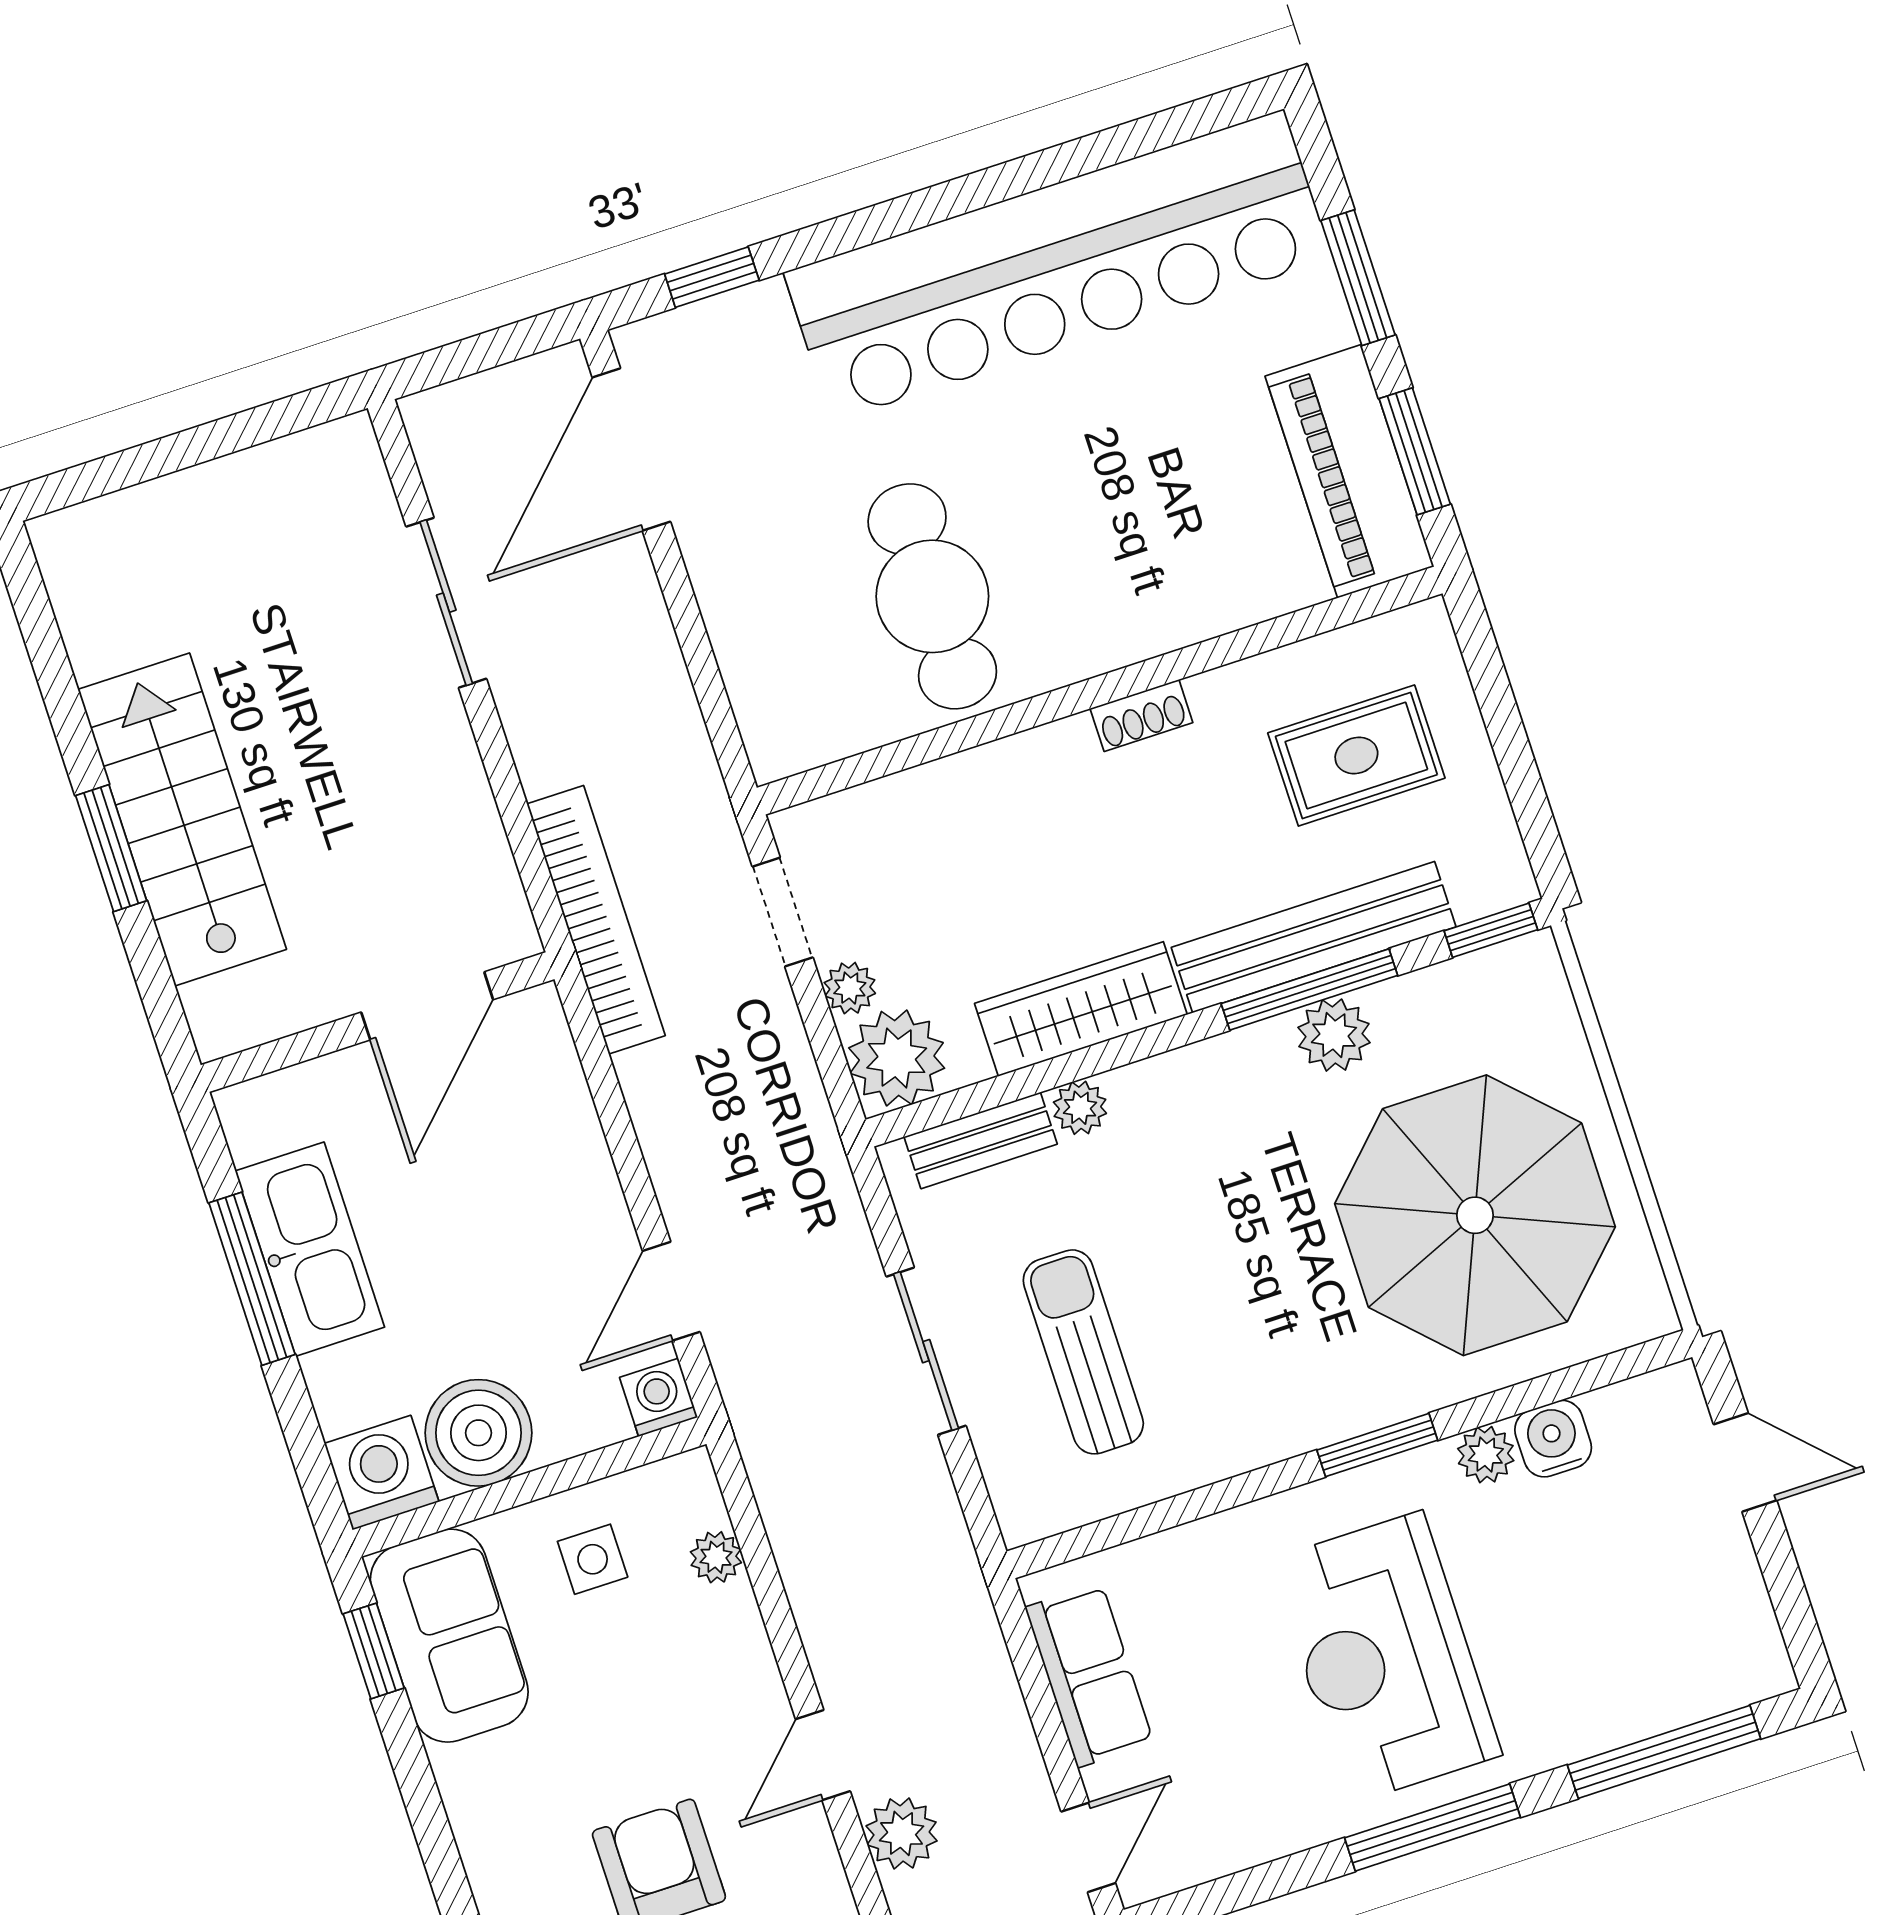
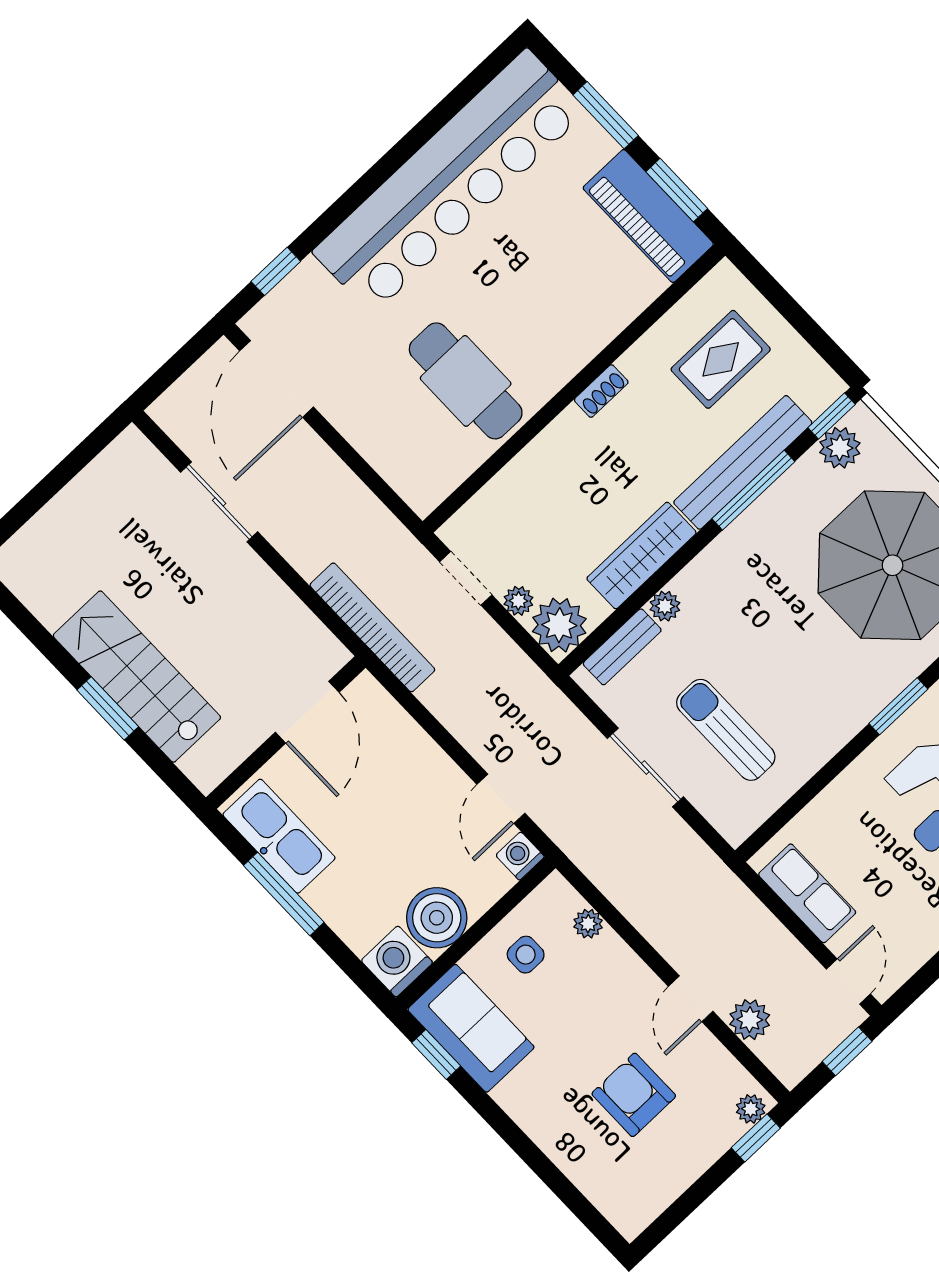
plant: (1334, 1035) -> (840, 448), moved
kitchen sink: (310, 1249) -> (279, 836), moved

